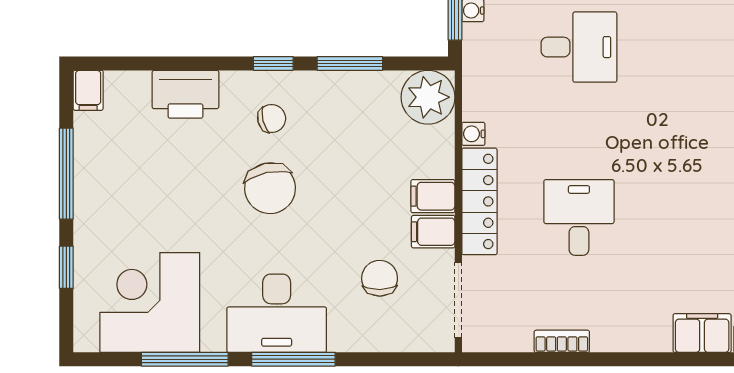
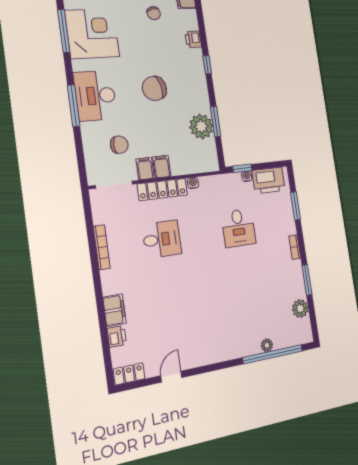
window: (273, 63) -> (207, 65), moved
printer: (185, 94) -> (193, 39), width x0.53, depth x0.68
plant: (428, 97) -> (201, 126), moved
chair: (272, 119) -> (154, 13), moved
bookcase: (562, 341) -> (102, 247), width x1.56
window: (185, 359) -> (64, 31), moved

